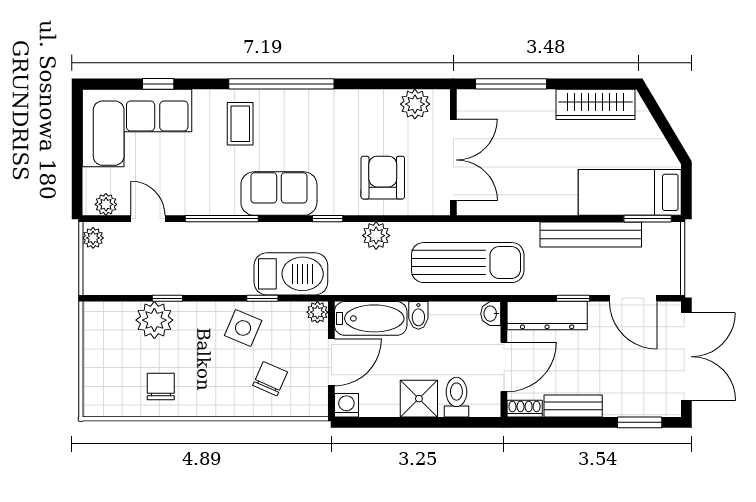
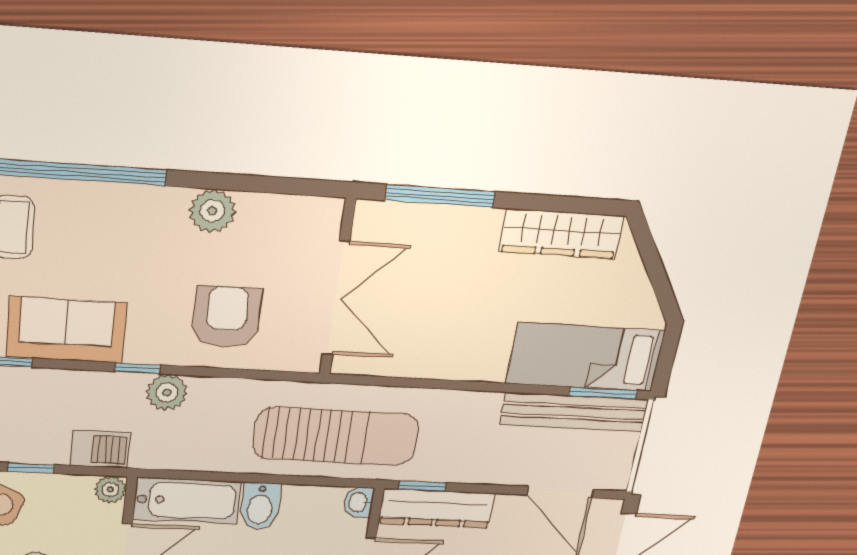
plant: (415, 104) -> (212, 211), moved
bench: (591, 234) -> (574, 412), moved
plant: (376, 236) -> (167, 393), moved
barbecue: (291, 274) -> (100, 449), width x0.53, depth x0.65
window: (573, 298) -> (422, 486), moved
bidet: (418, 315) -> (260, 506), width x1.38, depth x1.36

